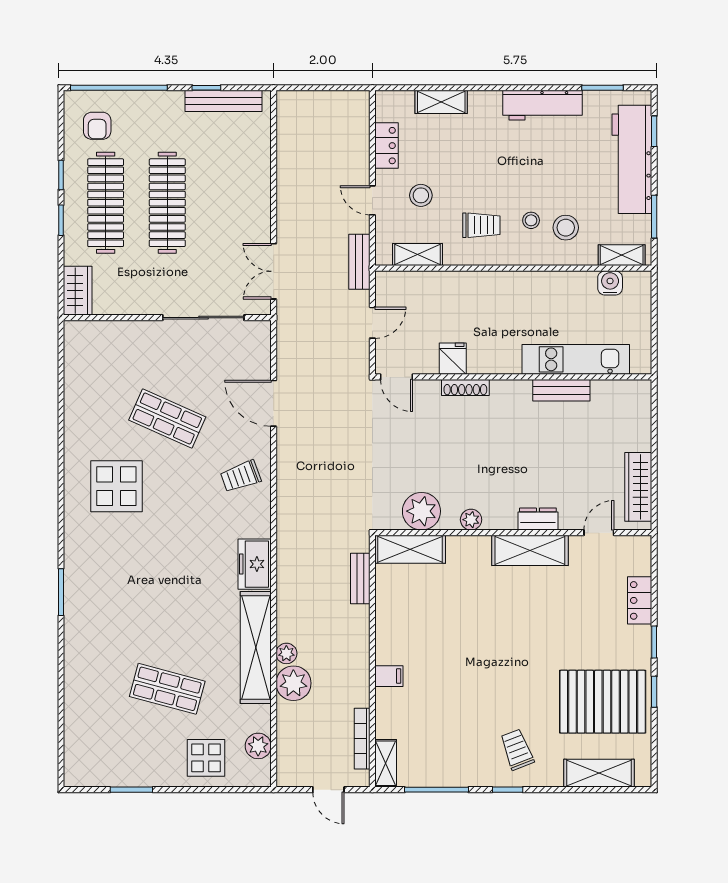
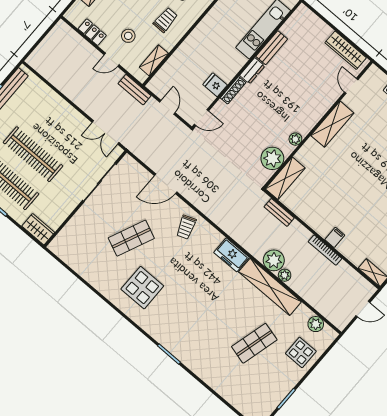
dresser: (538, 519) -> (252, 71), moved, turned 180
plant: (293, 683) -> (274, 260), moved
bookcase: (362, 739) -> (325, 250), moved

